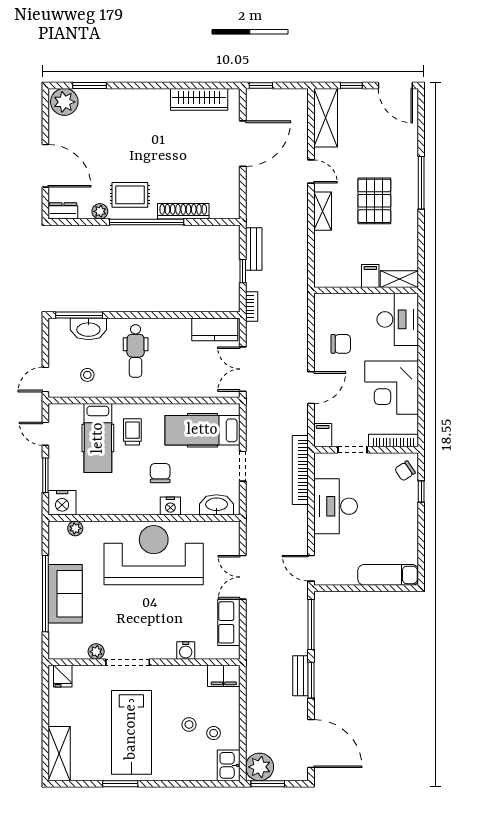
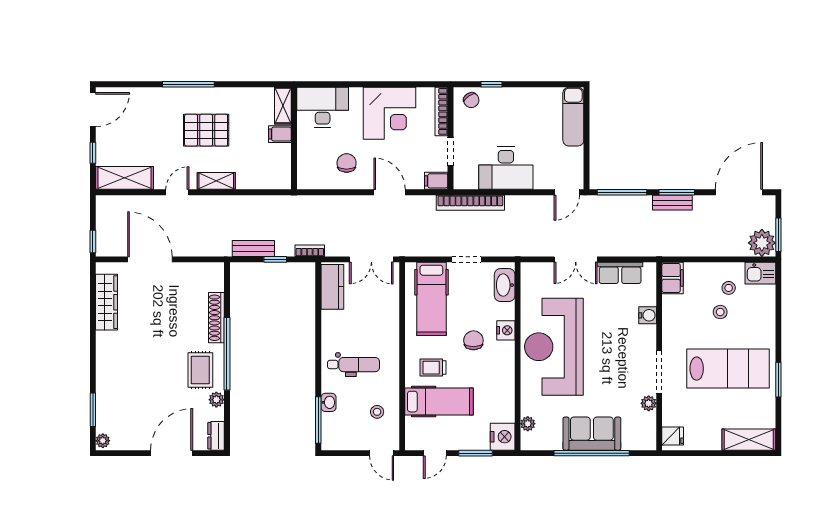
plant: (64, 102) -> (103, 441), width x0.53, depth x0.53
washbasin: (88, 329) -> (329, 402), width x0.52, depth x0.69
chair: (160, 473) -> (473, 340), turned 90

